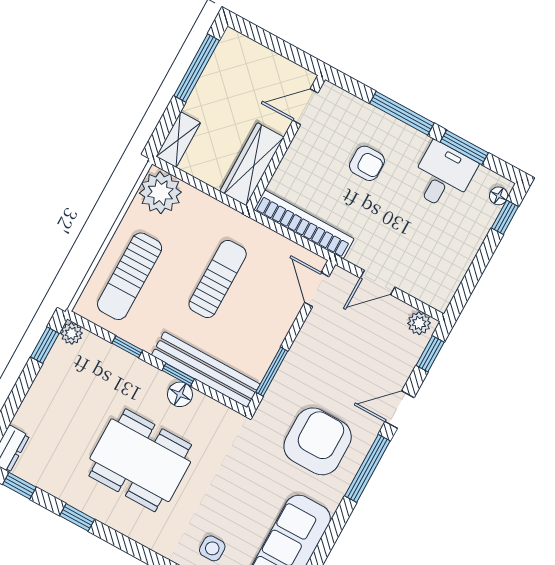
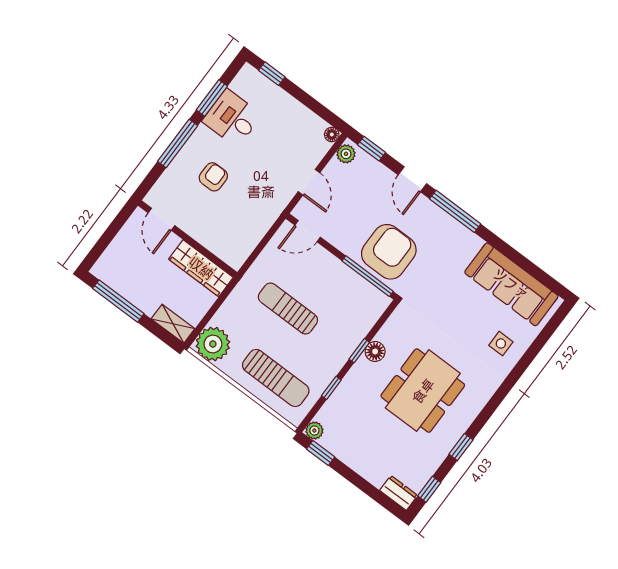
floor lamp: (499, 196) -> (332, 134), moved
bookcase: (304, 224) -> (255, 234), removed
bench: (206, 370) -> (358, 328), removed
window: (272, 372) -> (368, 276), width x1.44
armchair: (318, 441) -> (389, 252), moved, turned 90

